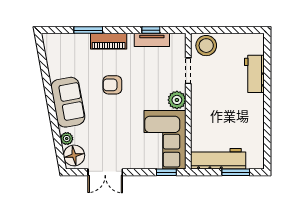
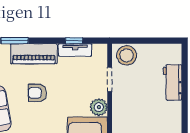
piano: (109, 41) -> (34, 54), width x1.37, depth x1.33

